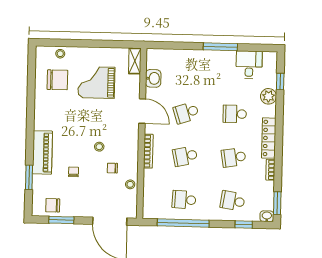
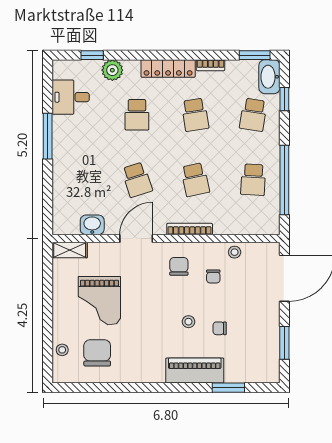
stool: (99, 147) -> (188, 322), moved
chair: (53, 205) -> (179, 266), moved, turned 180
washbasin: (267, 216) -> (269, 77), width x1.91, depth x1.45

